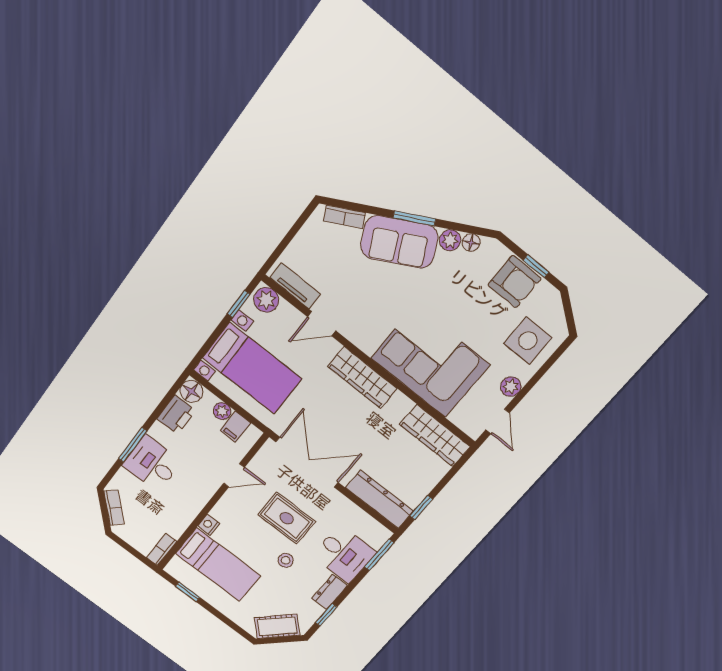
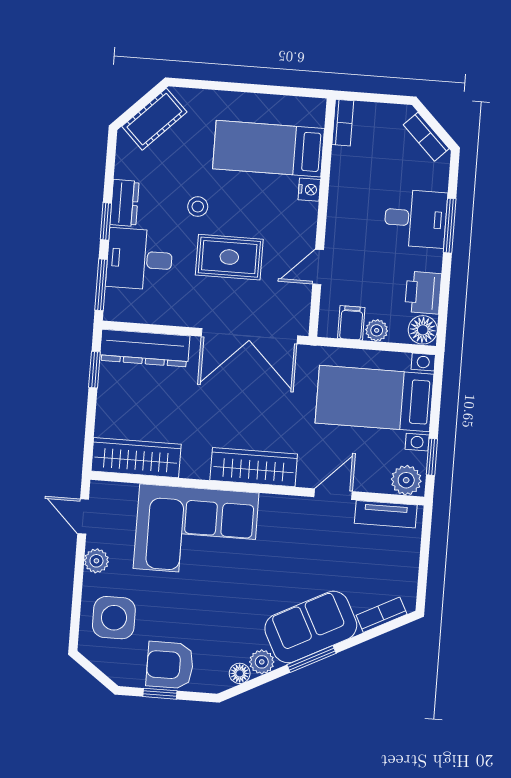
window: (188, 592) -> (282, 91), removed
window: (326, 615) -> (106, 221), moved

